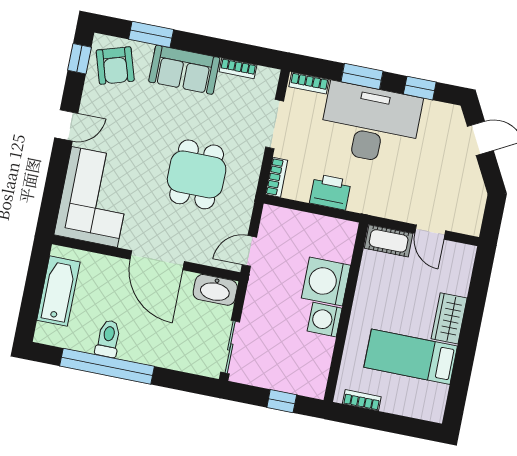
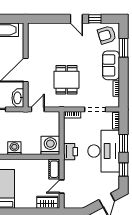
window: (80, 59) -> (95, 19), moved
dining table: (197, 174) -> (66, 80), turned 90
printer: (330, 192) -> (71, 152), moved
corner sofa: (94, 197) -> (48, 37), removed
door: (249, 251) -> (38, 109), hinge flipped
washing machine: (326, 282) -> (50, 145), moved
wardrobe: (449, 318) -> (47, 202), moved

